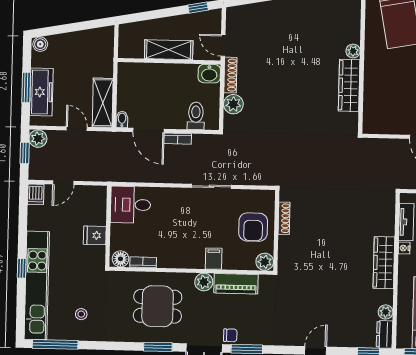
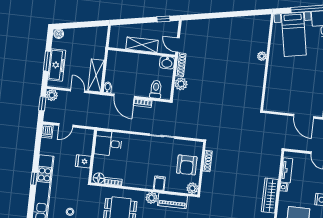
wardrobe: (349, 85) -> (257, 78), removed

